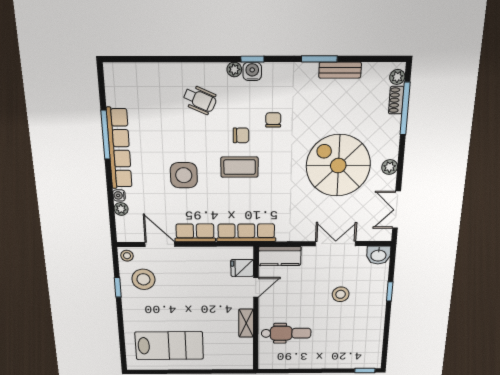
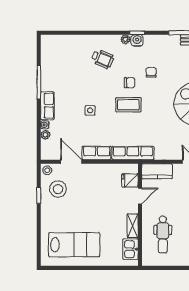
row of seats: (119, 148) -> (47, 106), width x0.50
side table: (184, 175) -> (90, 110), width x0.54, depth x0.54
dental chair: (286, 333) -> (163, 235), turned 90
kitchen sink: (243, 350) -> (130, 249), added

